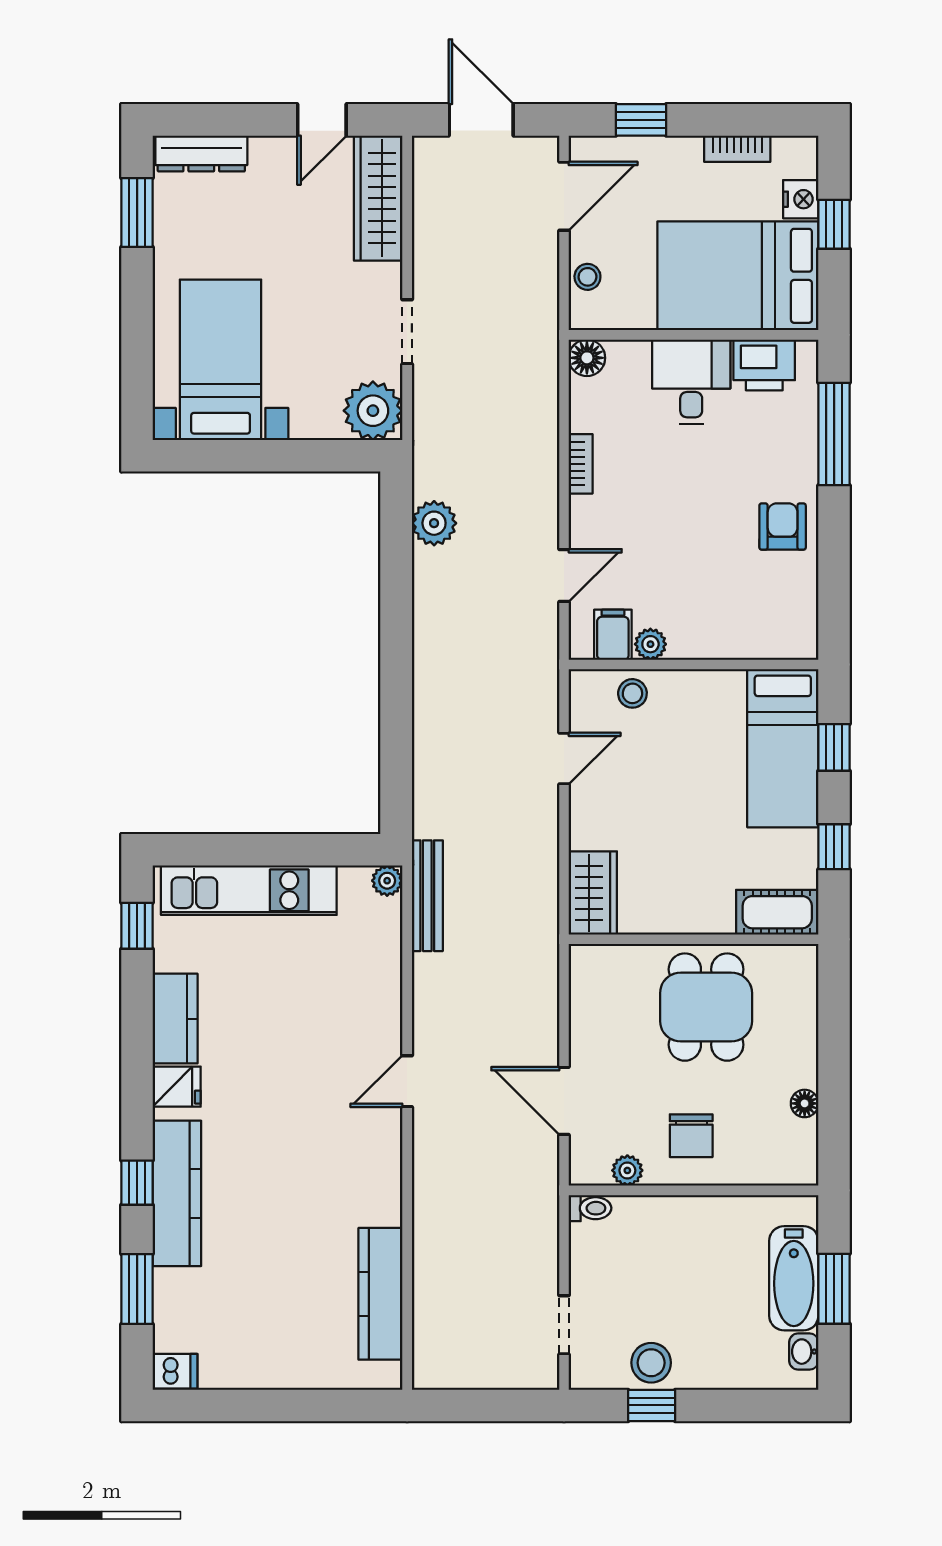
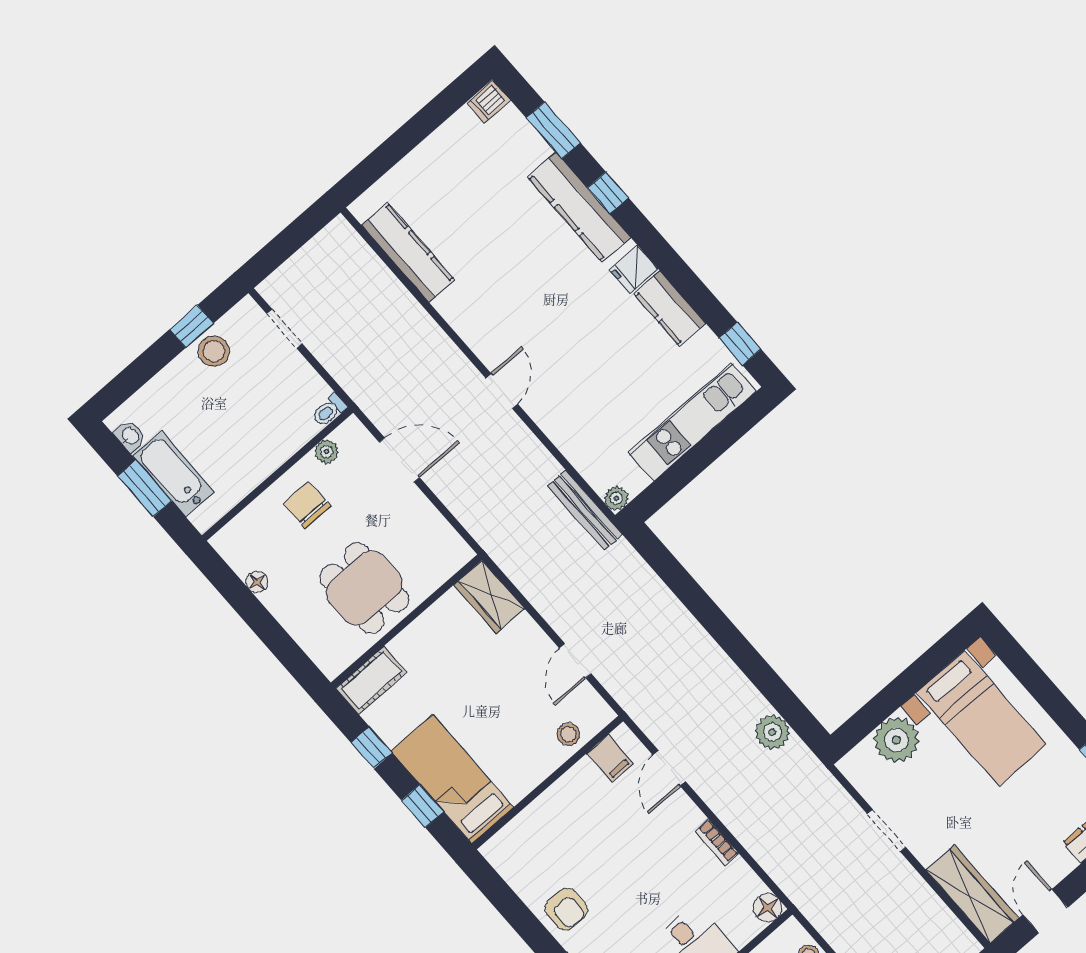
plant: (373, 411) -> (896, 740), moved
plant: (650, 644) -> (583, 772), removed

